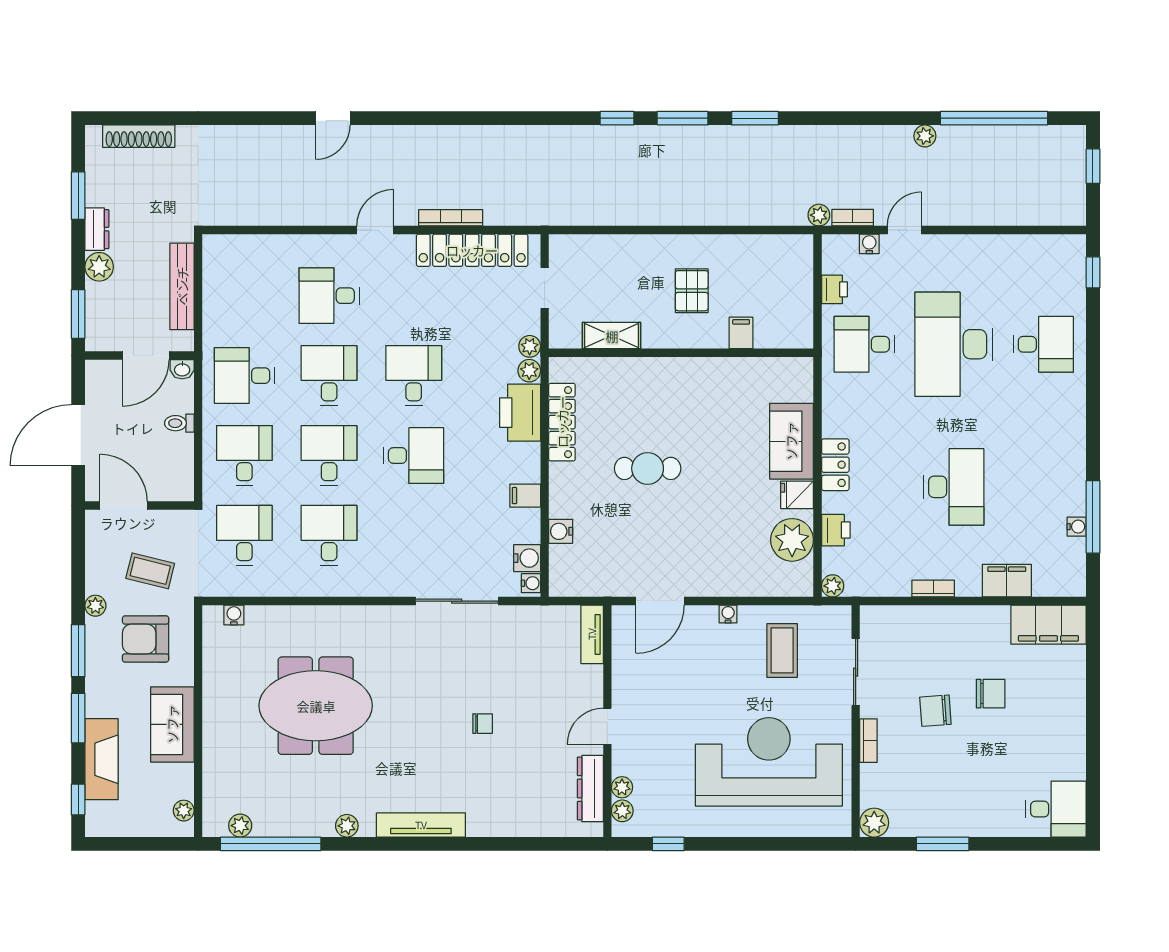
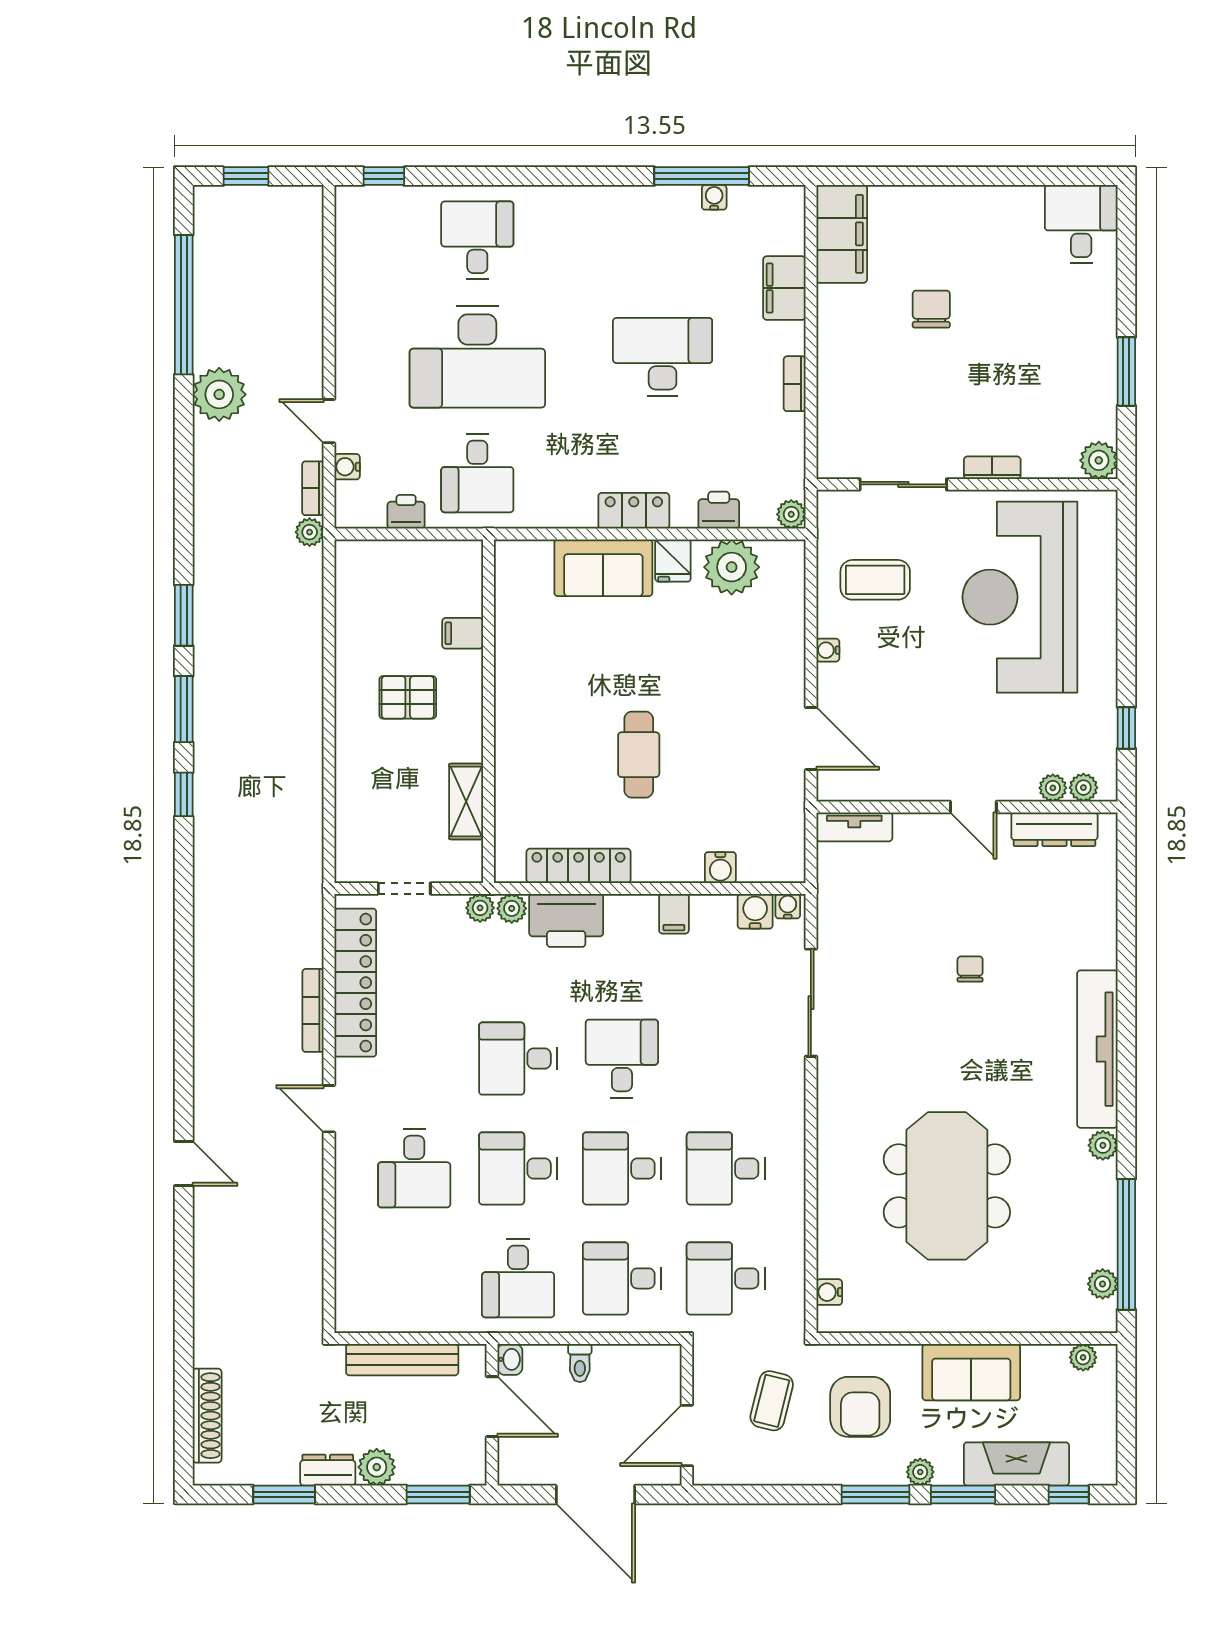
plant: (925, 136) -> (219, 394), width x1.87, depth x1.87
plant: (95, 606) -> (920, 1472), moved
chair: (935, 711) -> (953, 381), removed
tv unit: (421, 825) -> (1097, 1049), width x1.36, depth x1.29

